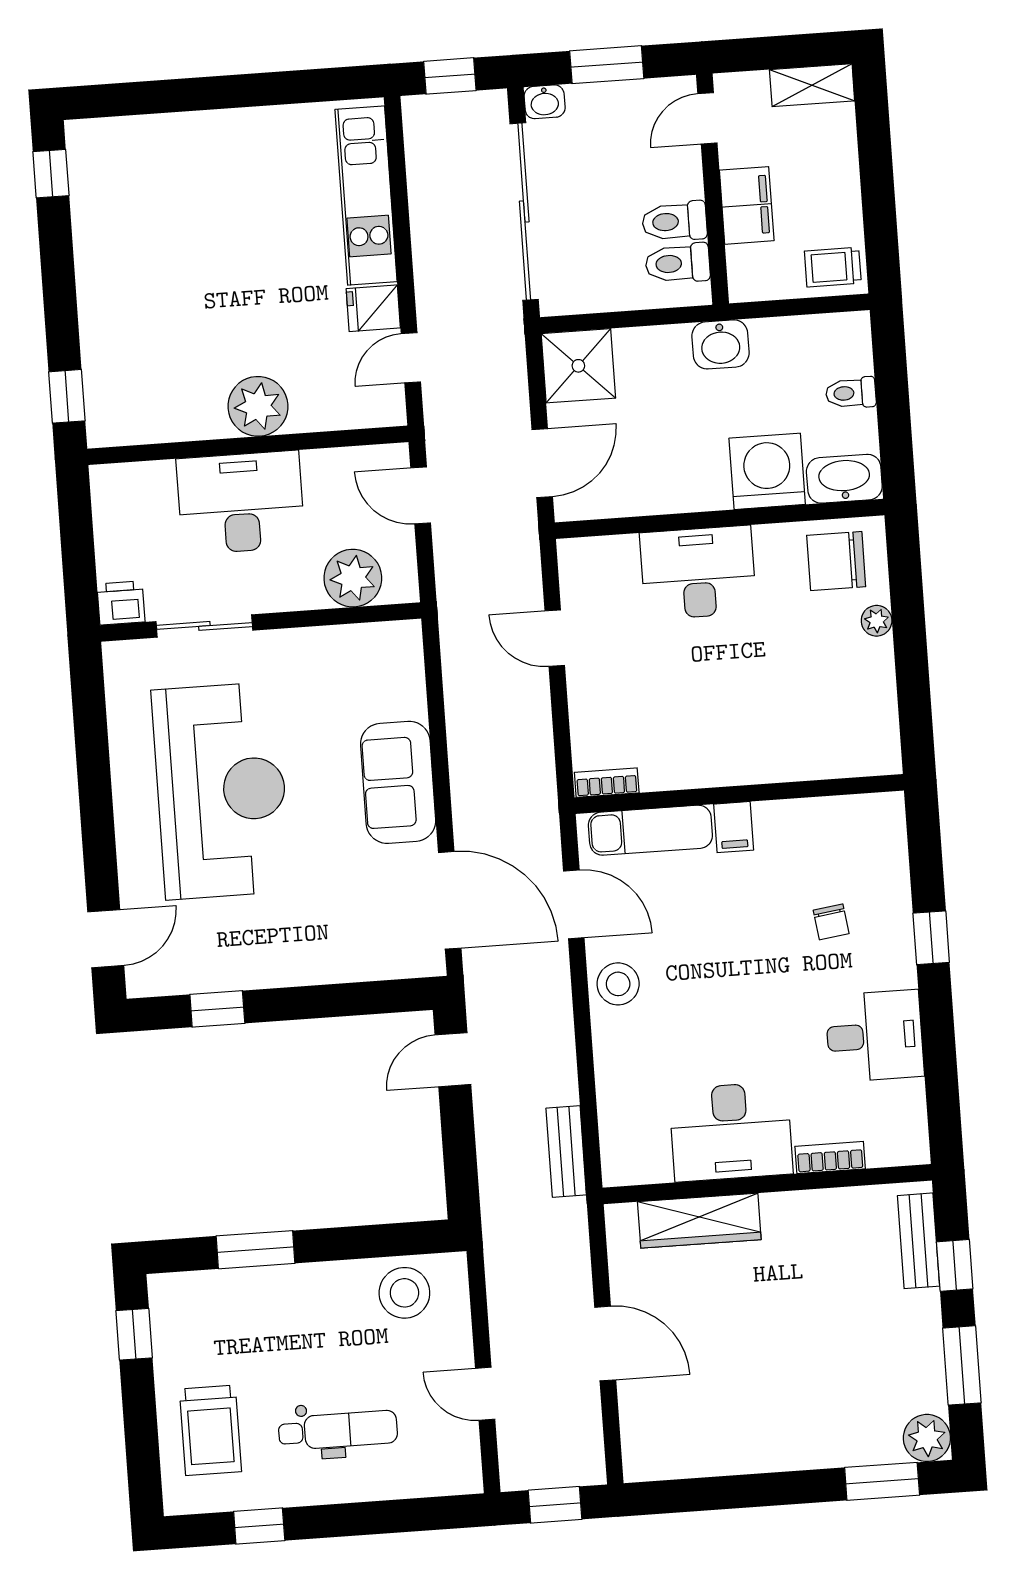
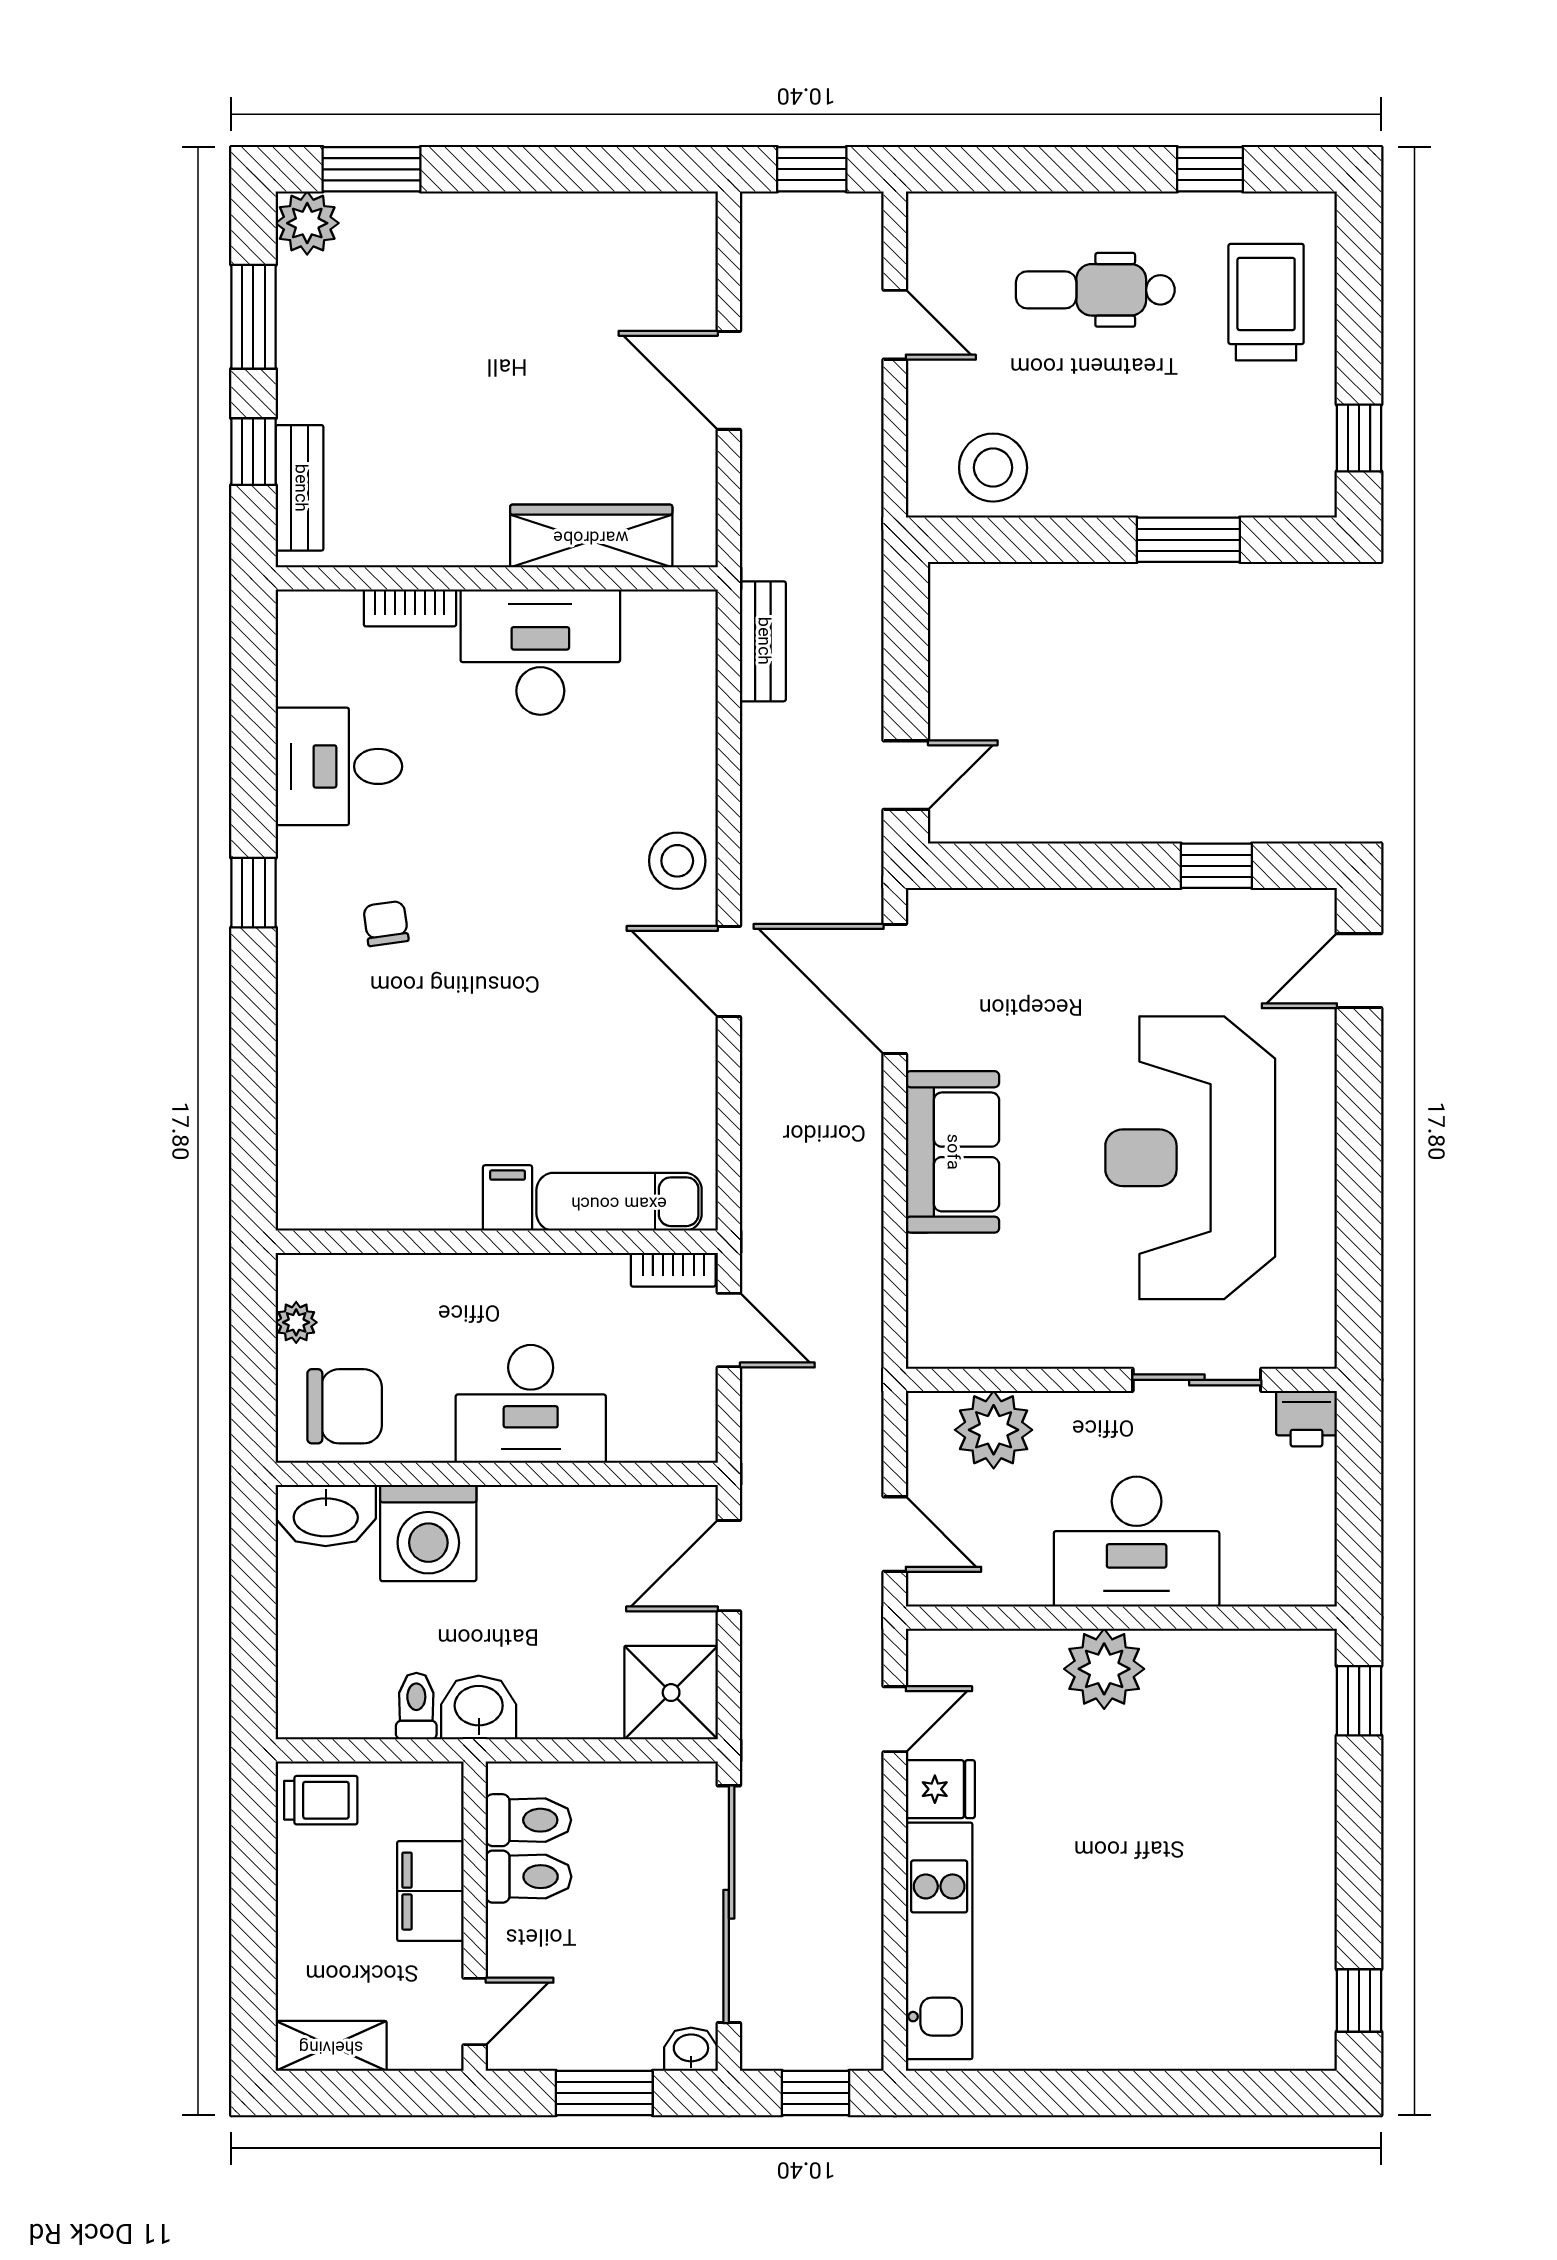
toilet: (851, 393) -> (416, 1706), moved, turned -90
bookcase: (607, 783) -> (673, 1270), moved
wall: (739, 794) -> (497, 1242), moved
filing cabinet: (734, 827) -> (508, 1198), moved
exam couch: (650, 830) -> (619, 1202), moved

